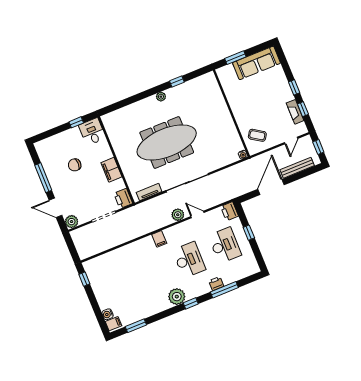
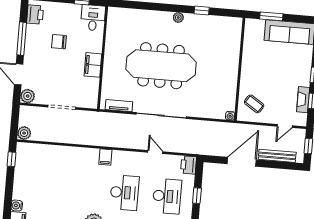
printer: (123, 198) -> (35, 14), moved, turned 180
plant: (178, 215) -> (24, 133), moved

